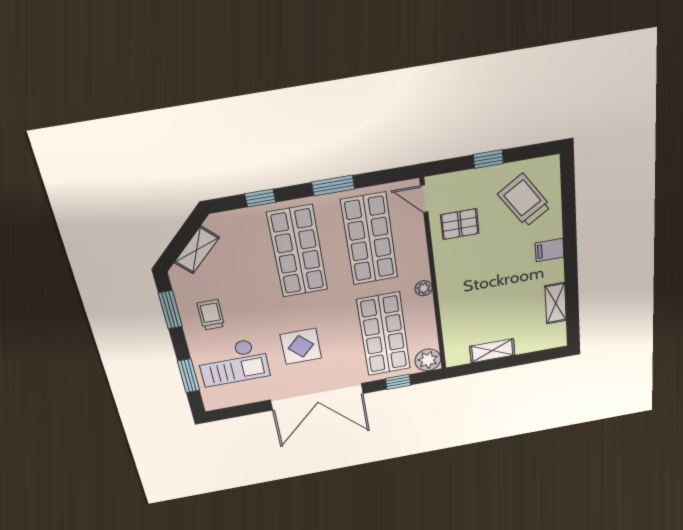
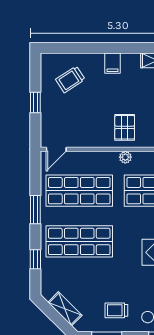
trolley: (524, 200) -> (70, 79), width x0.73, depth x0.72
pallet: (460, 224) -> (125, 127), moved

